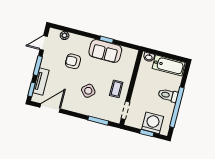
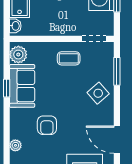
plant: (128, 54) -> (18, 55), added
side table: (88, 91) -> (98, 93), moved

